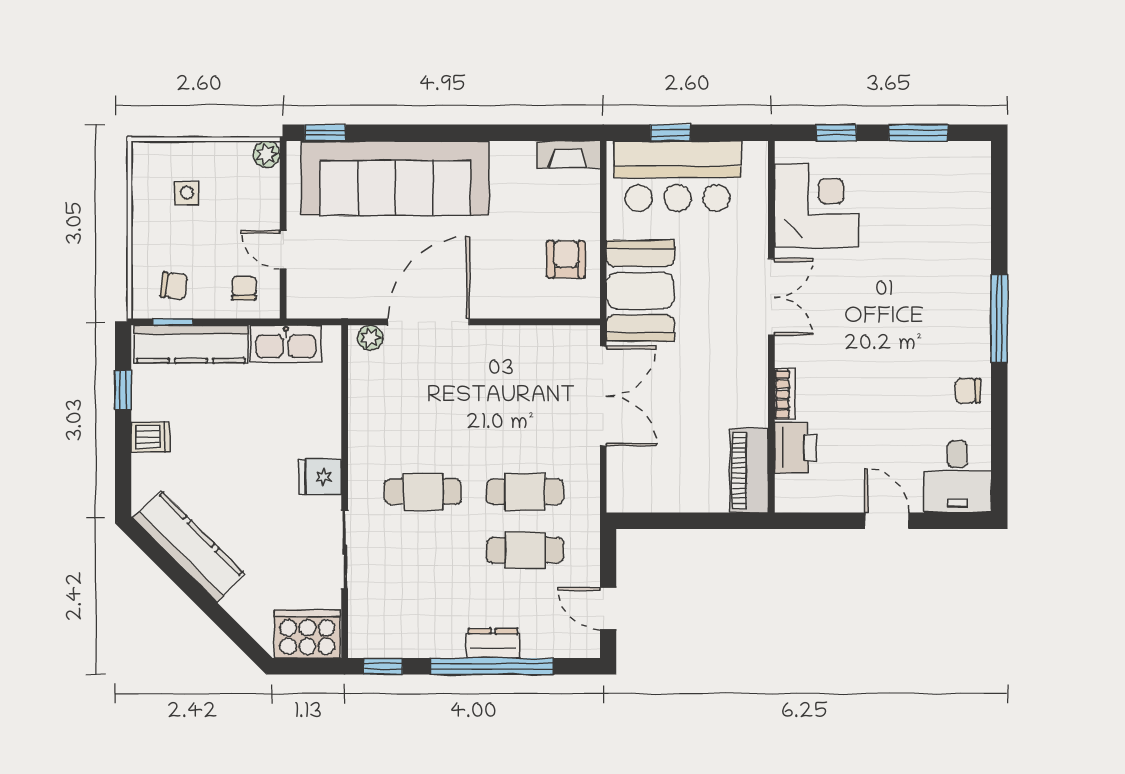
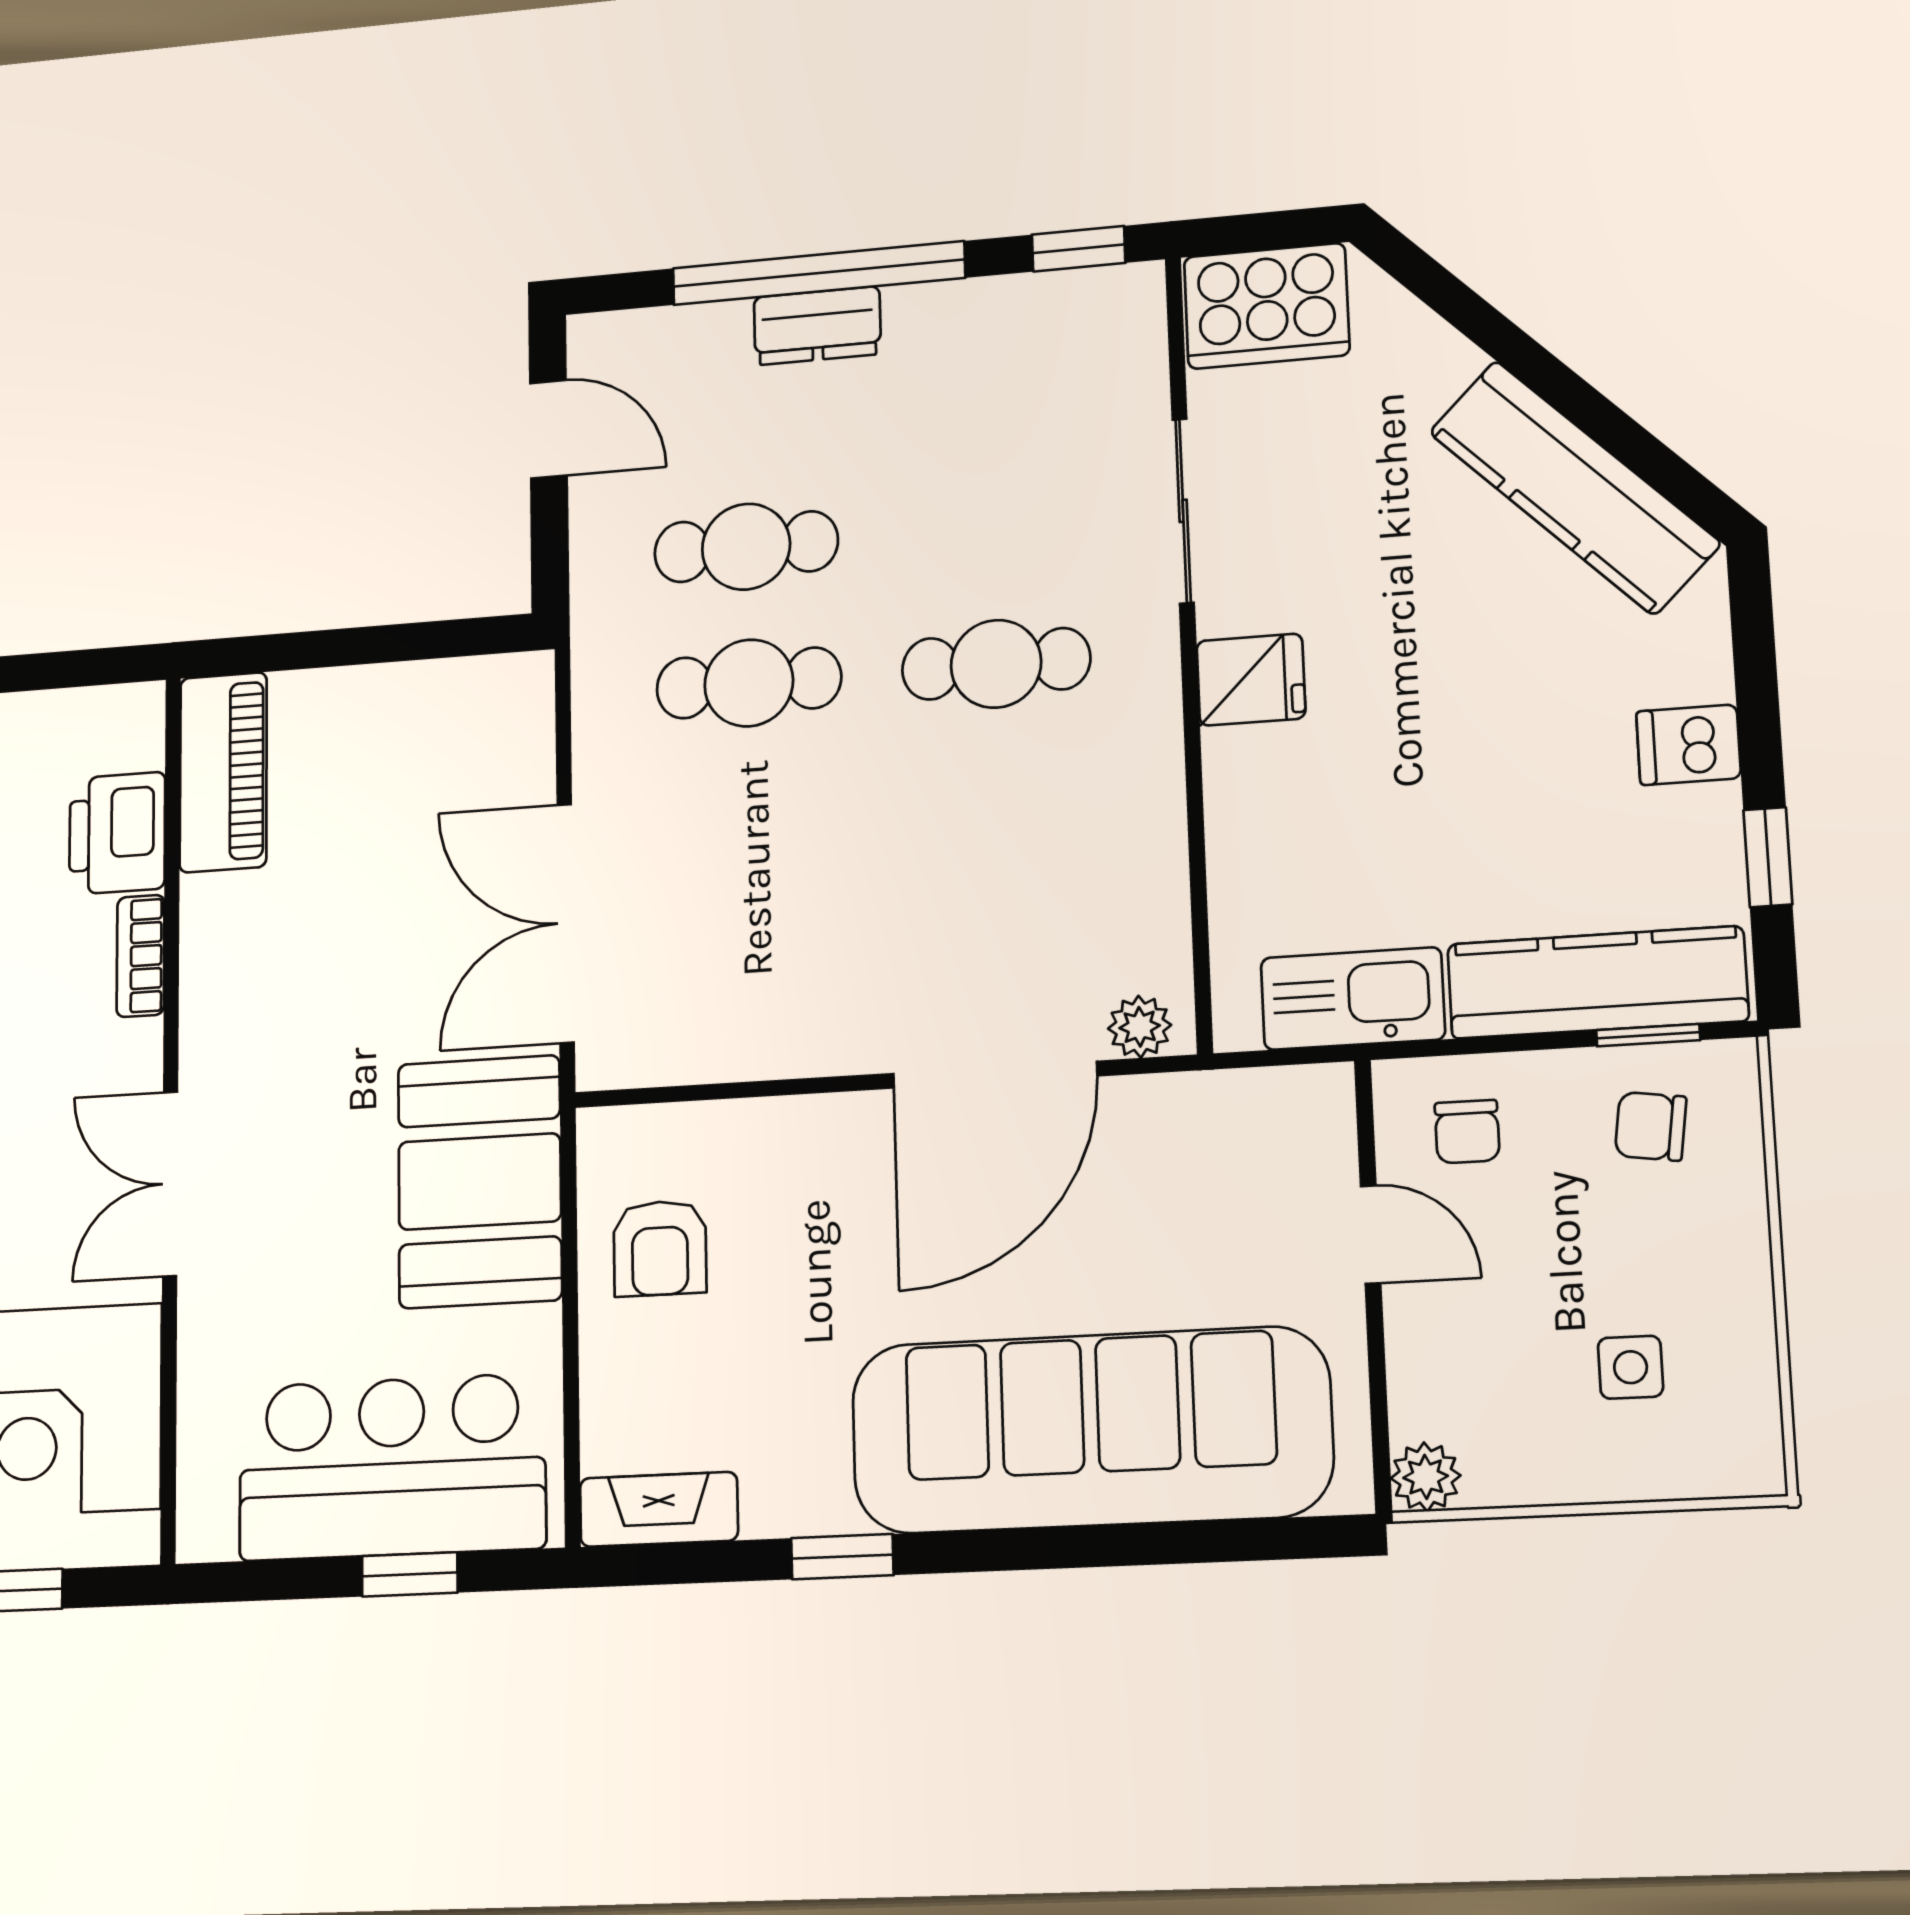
window: (325, 133) -> (842, 1557), moved

